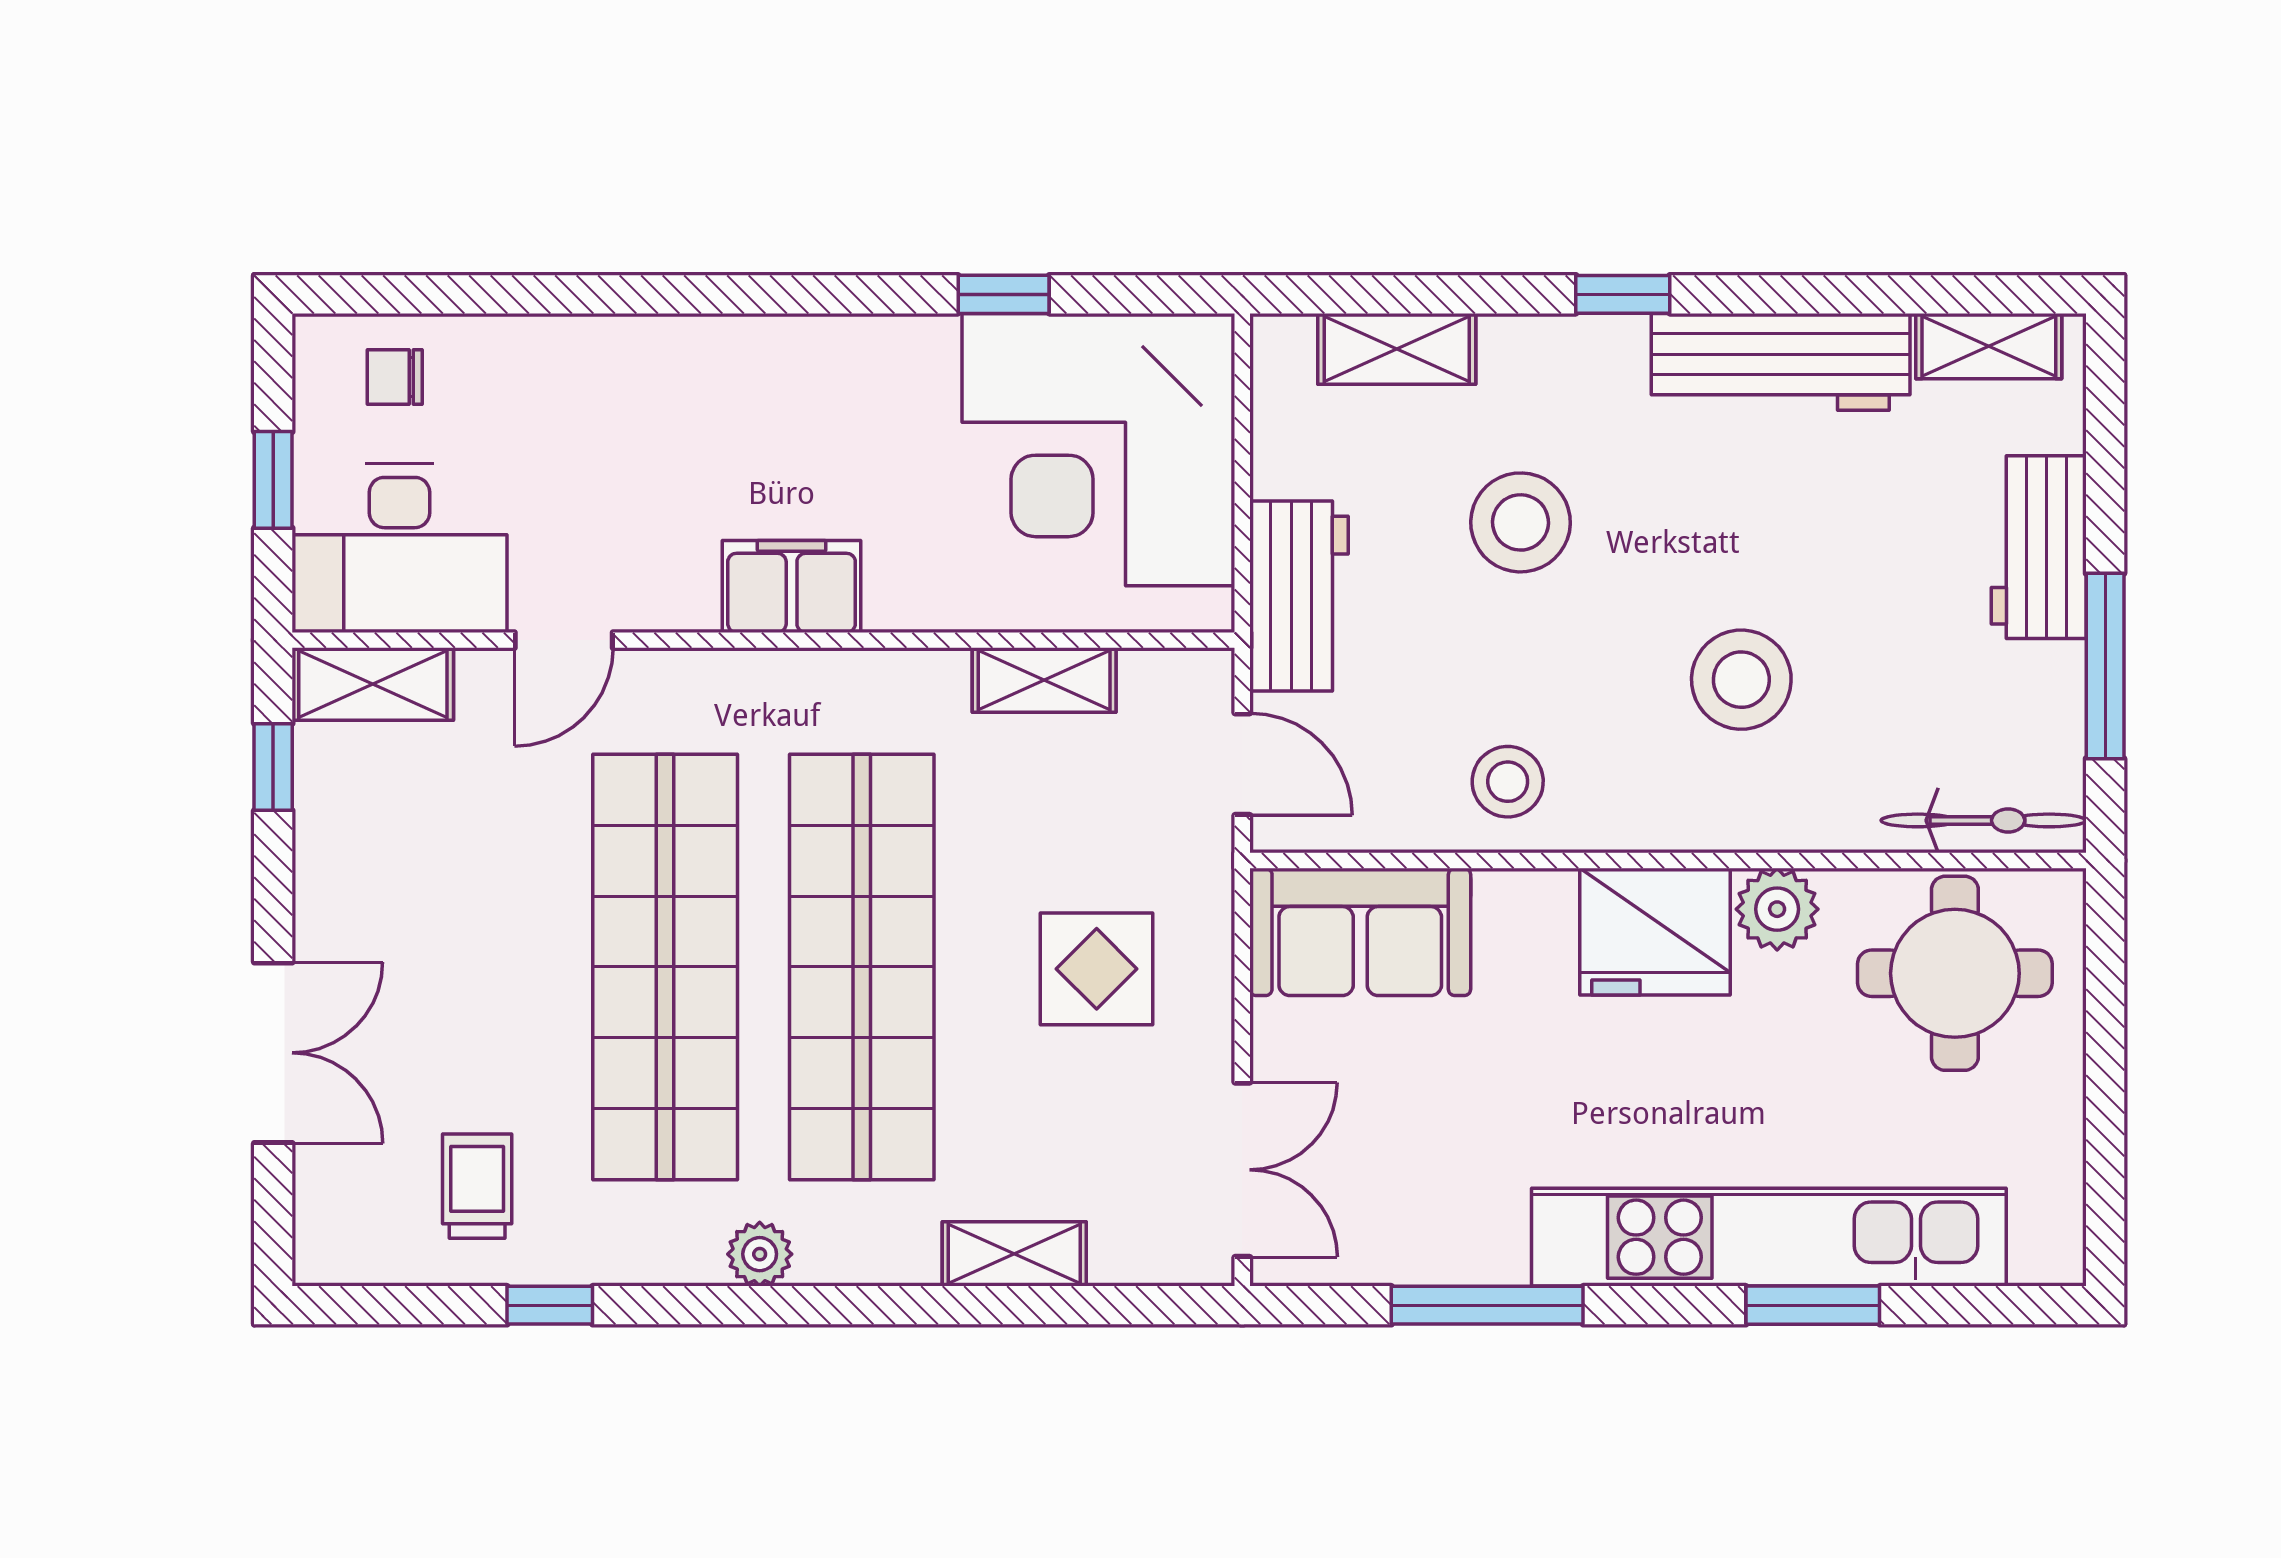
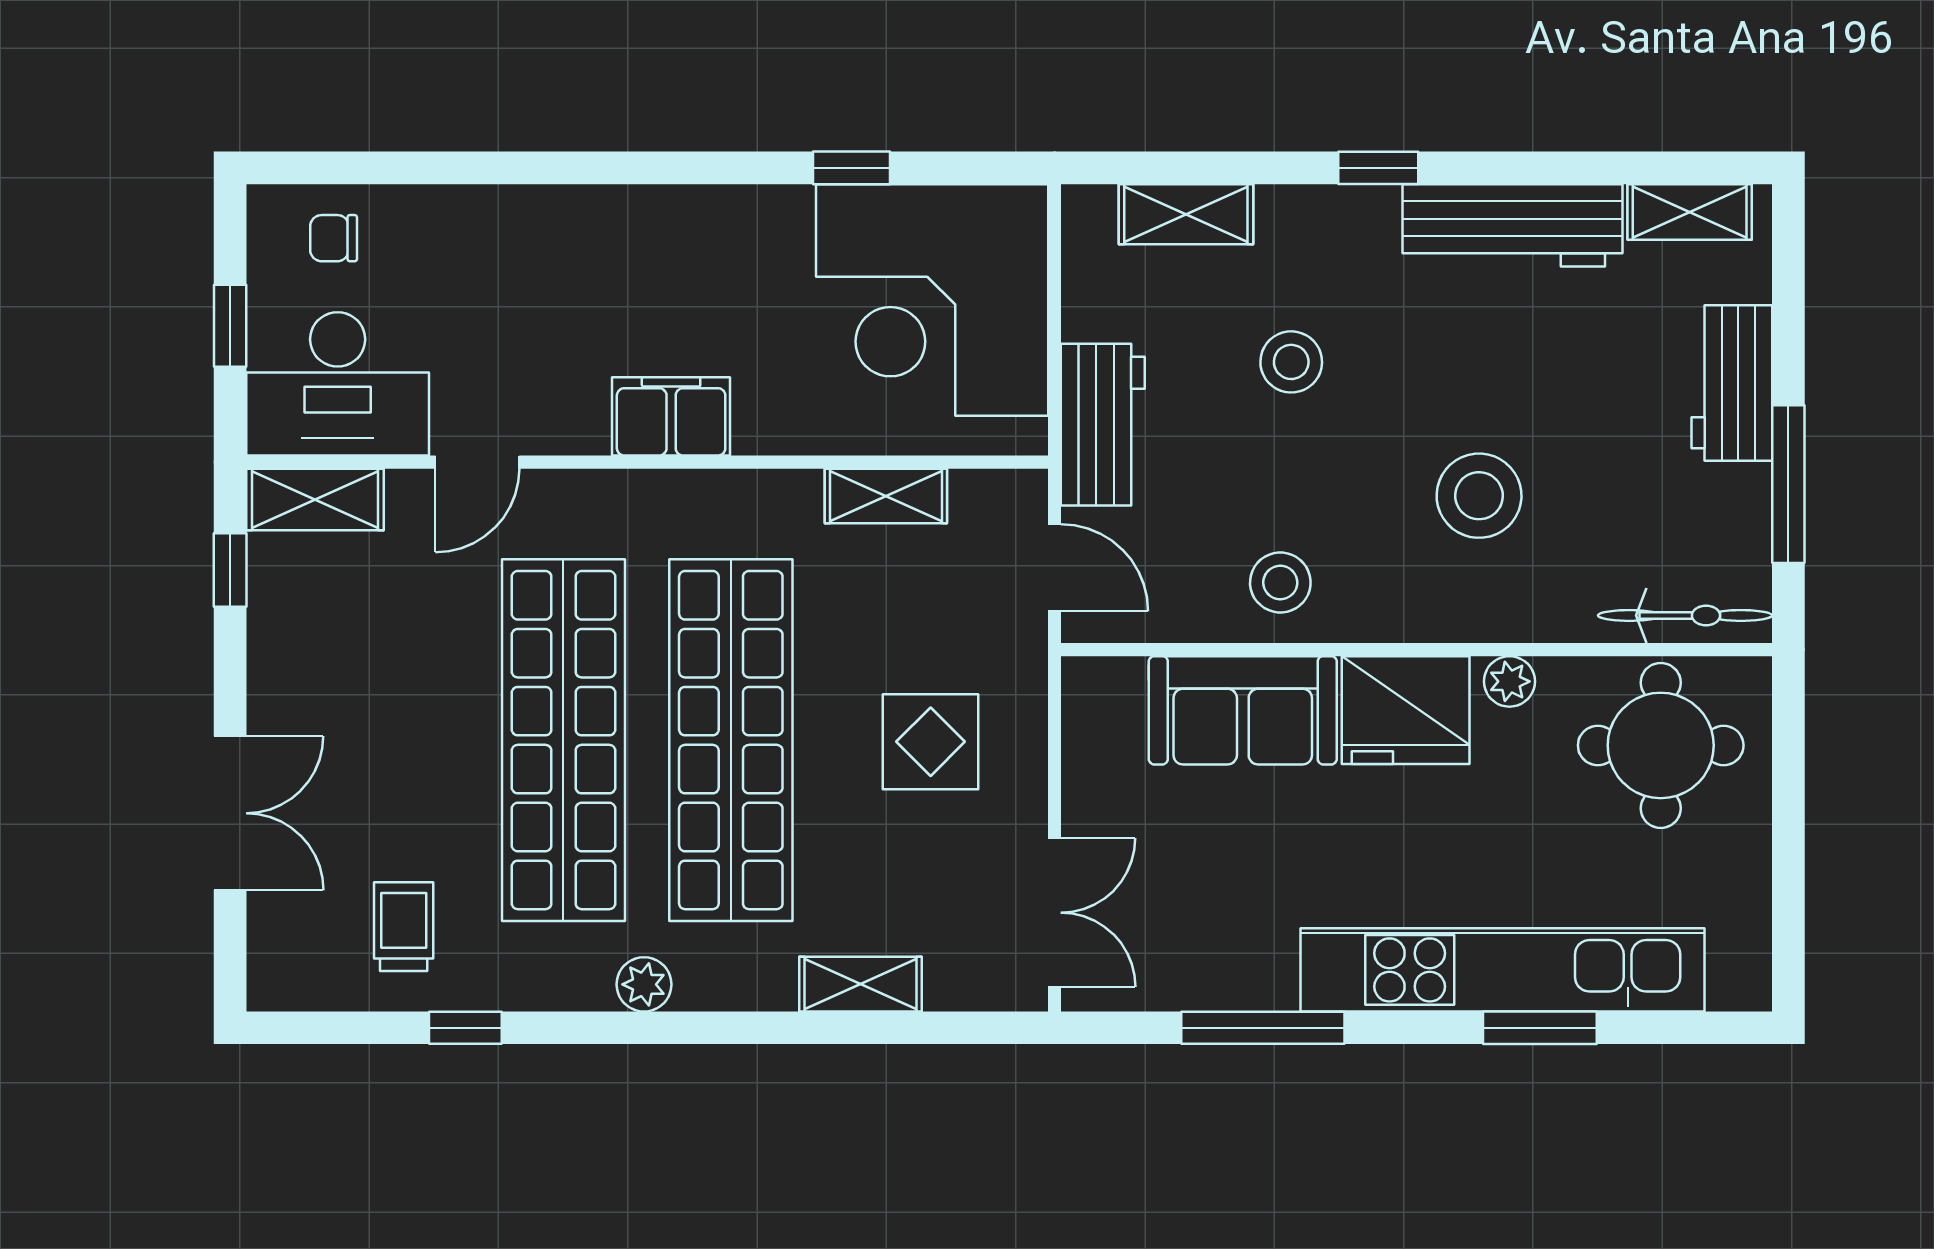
stool: (1521, 522) -> (1291, 362), width x0.73, depth x0.73
plant: (1777, 909) -> (1509, 681), width x0.73, depth x0.73
sofa: (1360, 932) -> (1243, 710), moved

